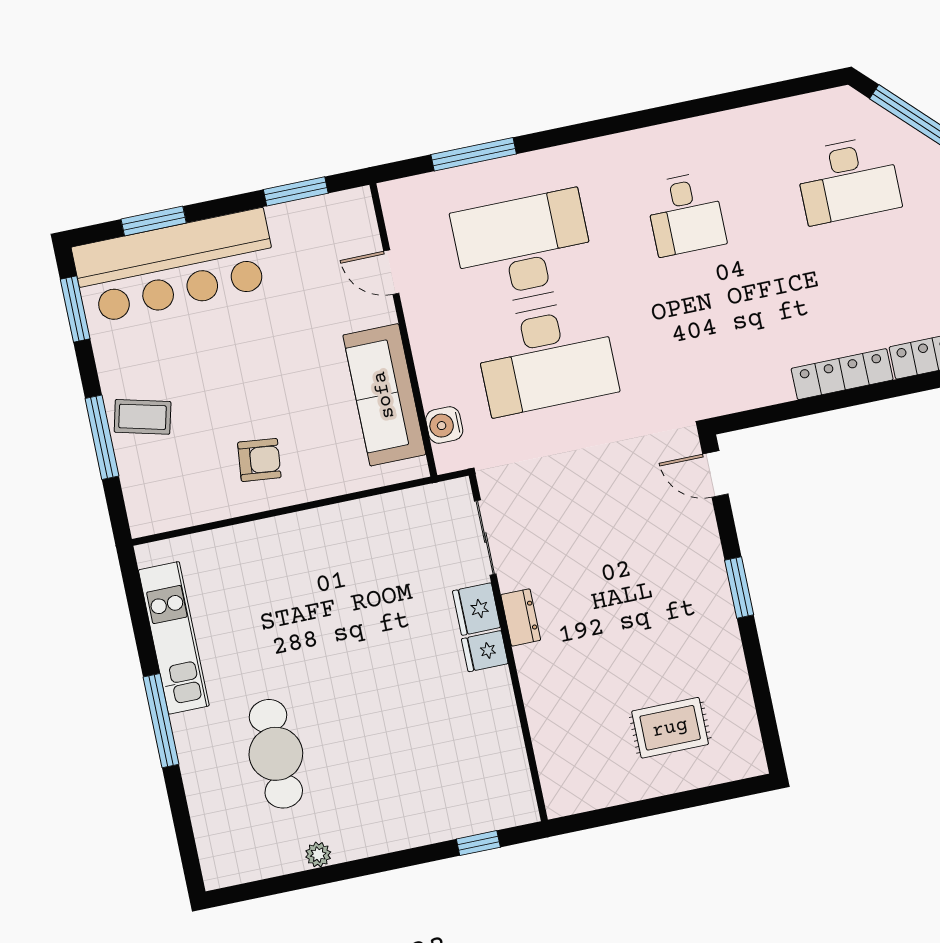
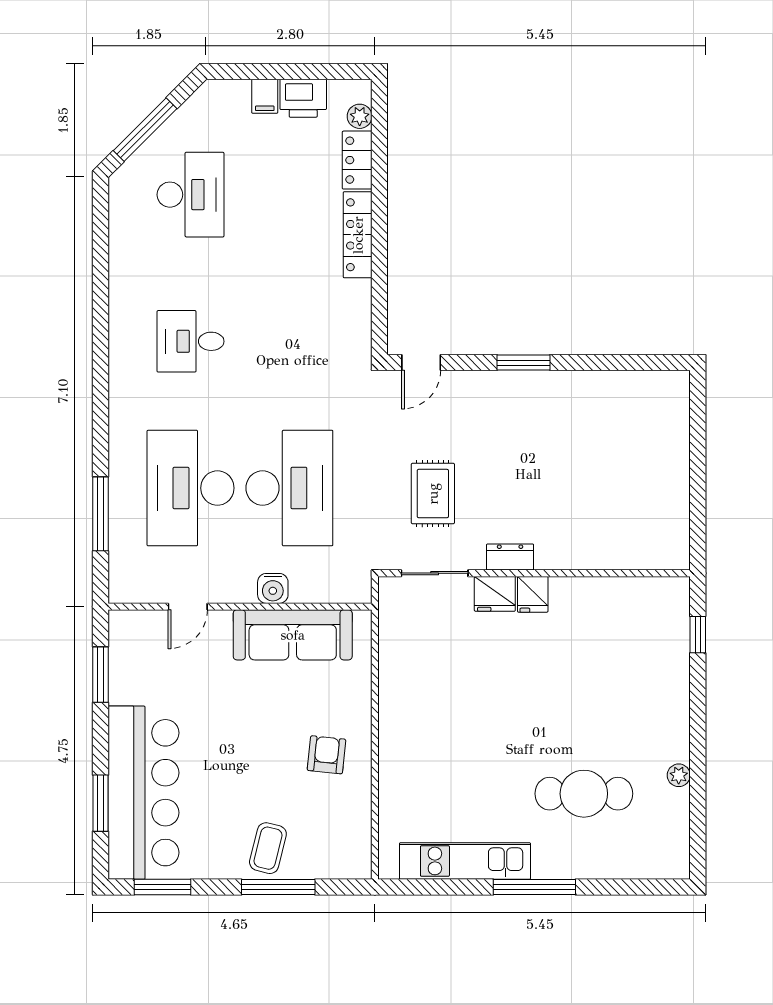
desk: (686, 214) -> (191, 341), turned 180
water cooler: (444, 425) -> (273, 588), moved
rug: (670, 728) -> (433, 494), moved

